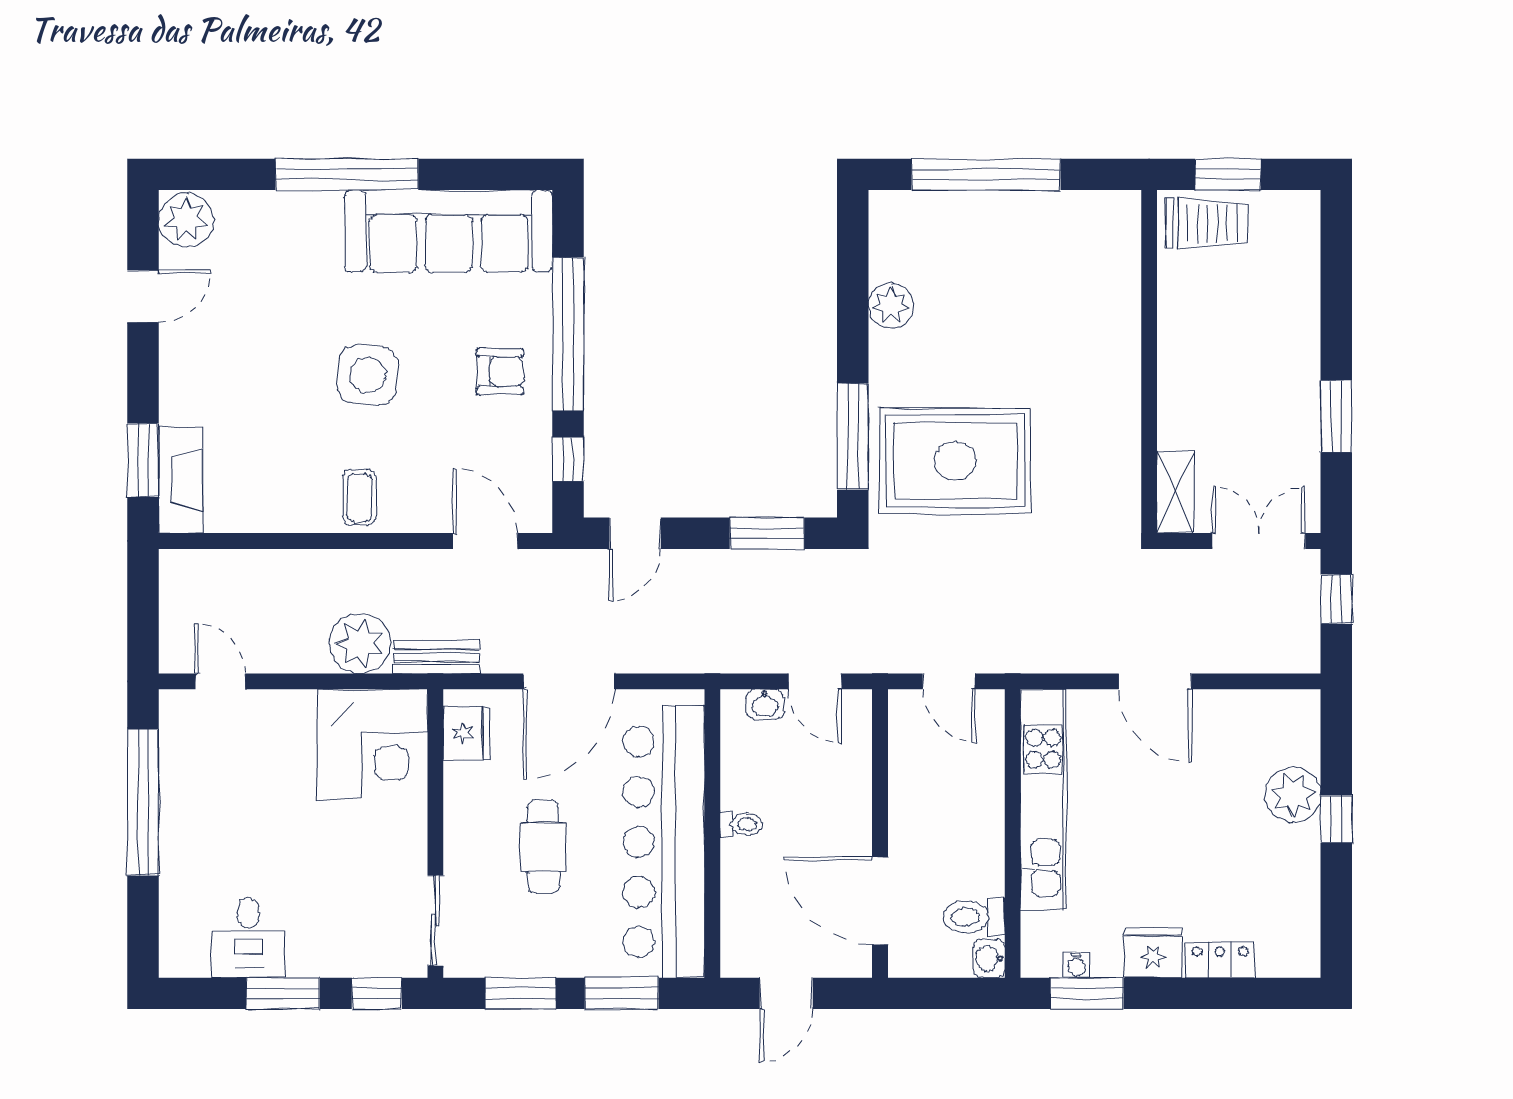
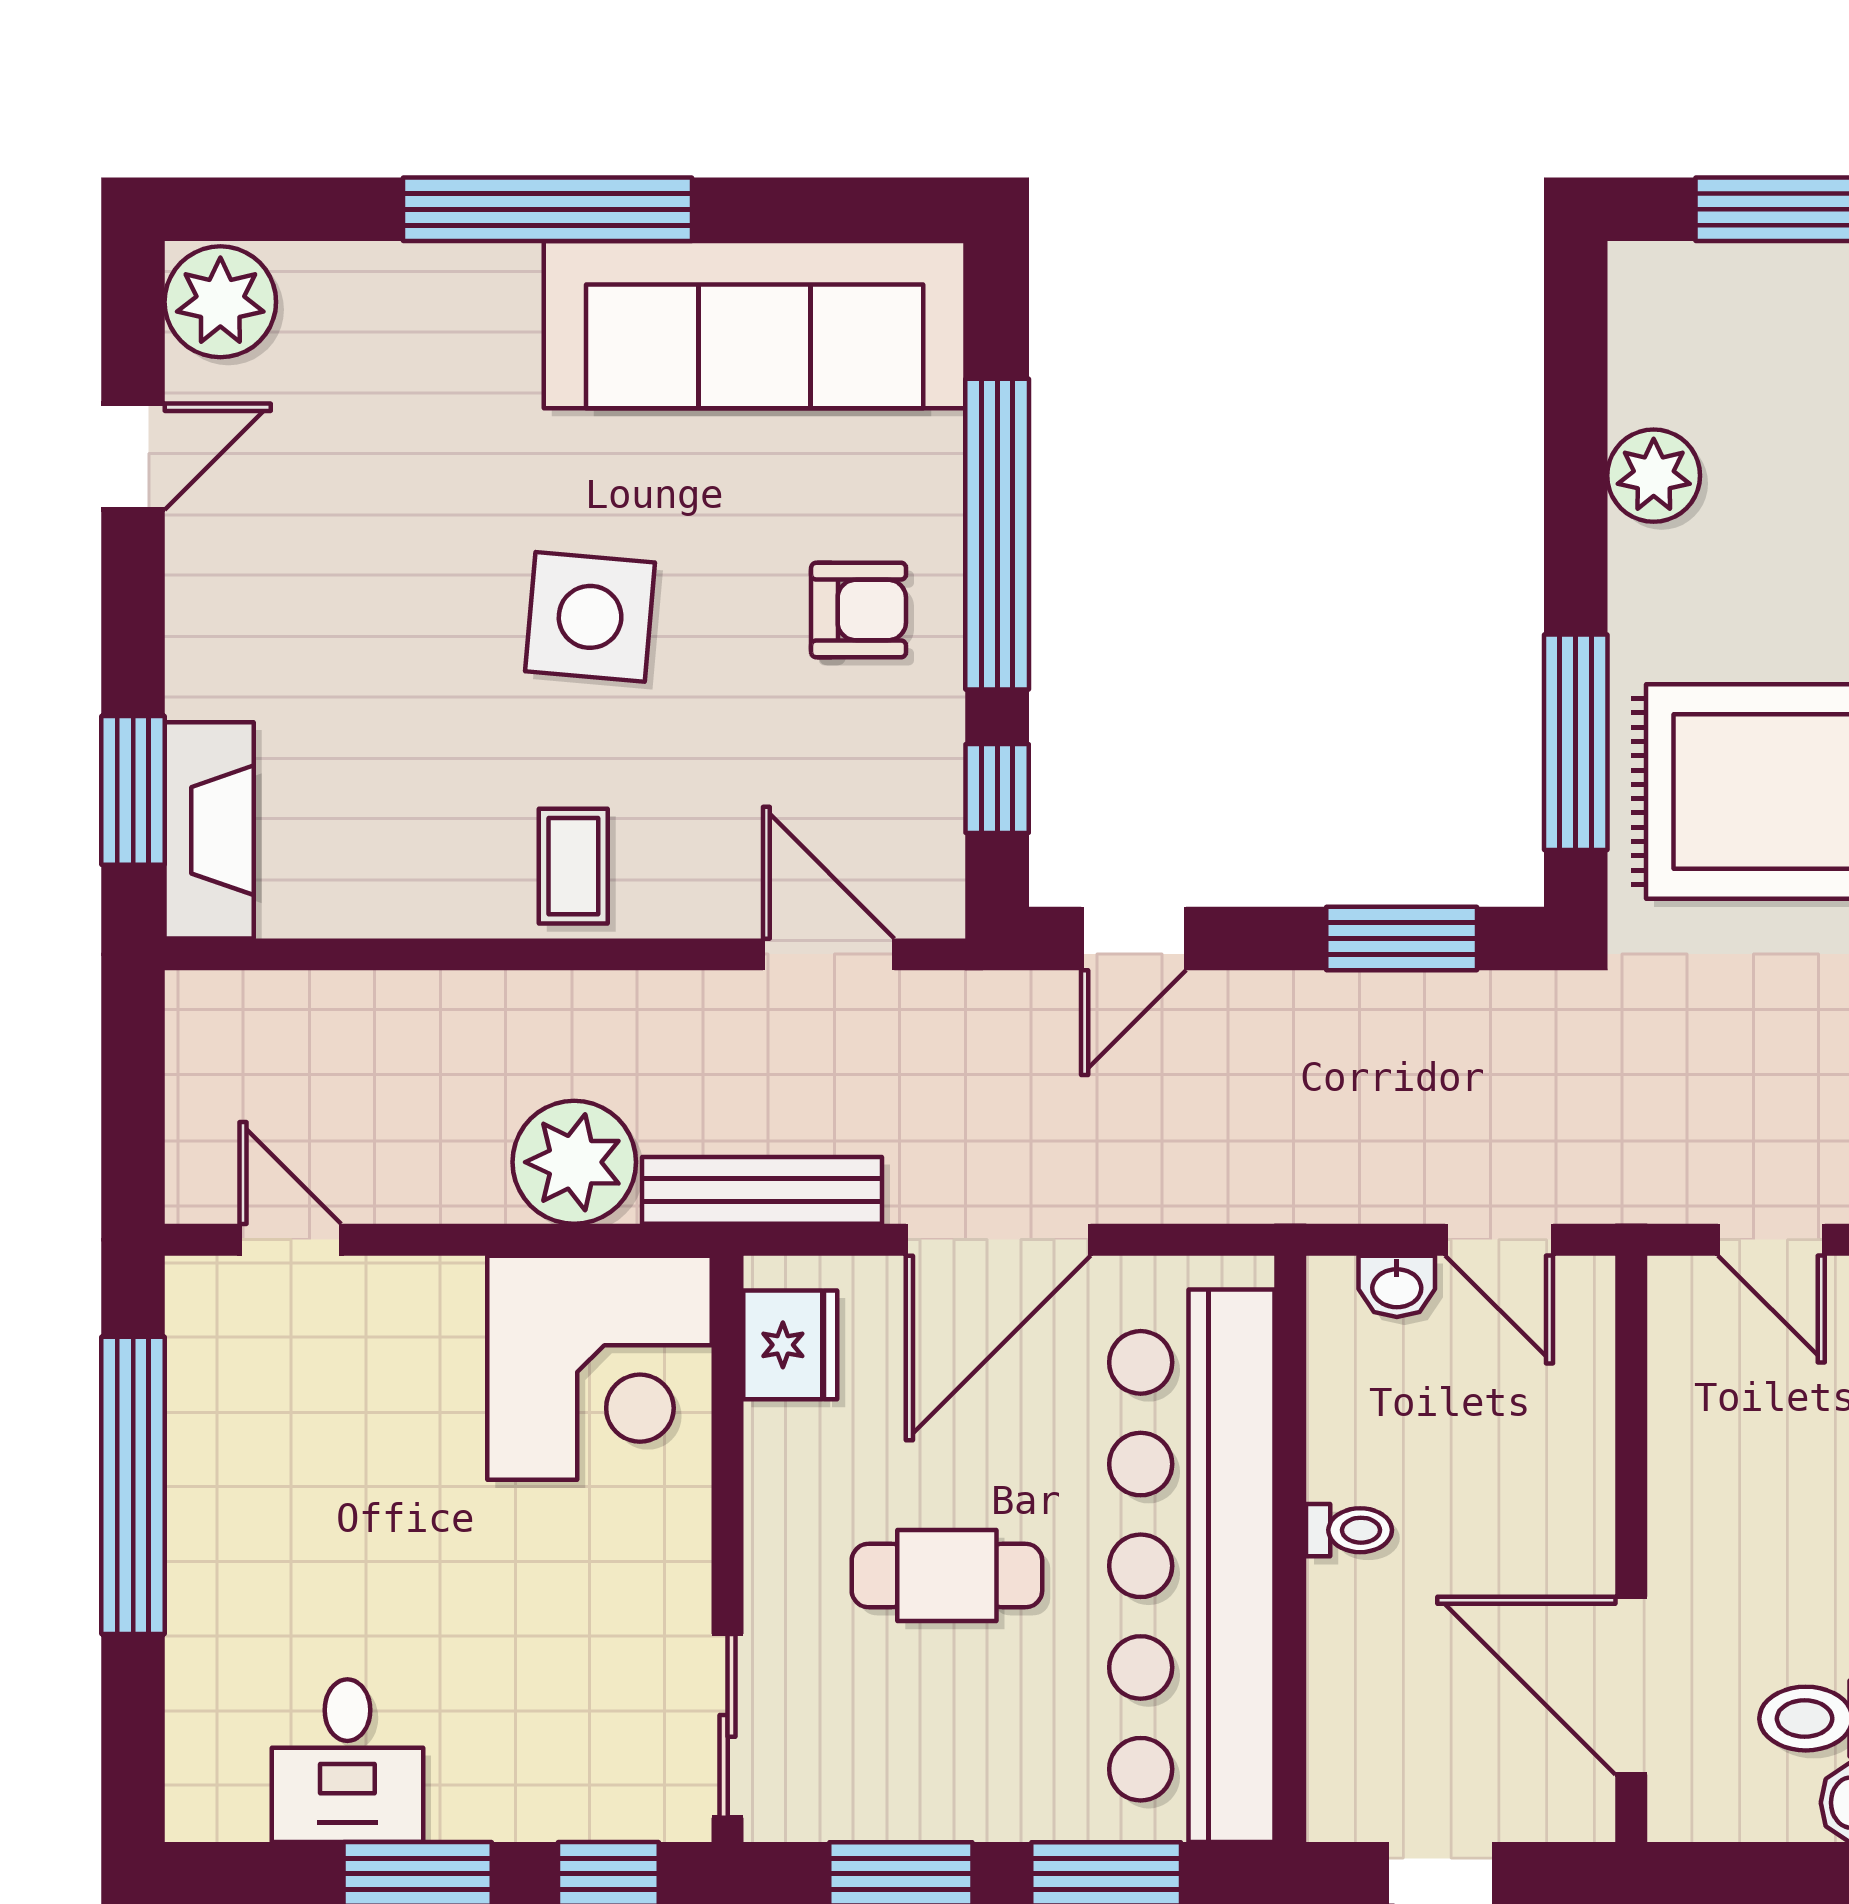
bench: (437, 657) -> (762, 1190), width x1.36
cafe table: (543, 847) -> (947, 1576), turned 90

